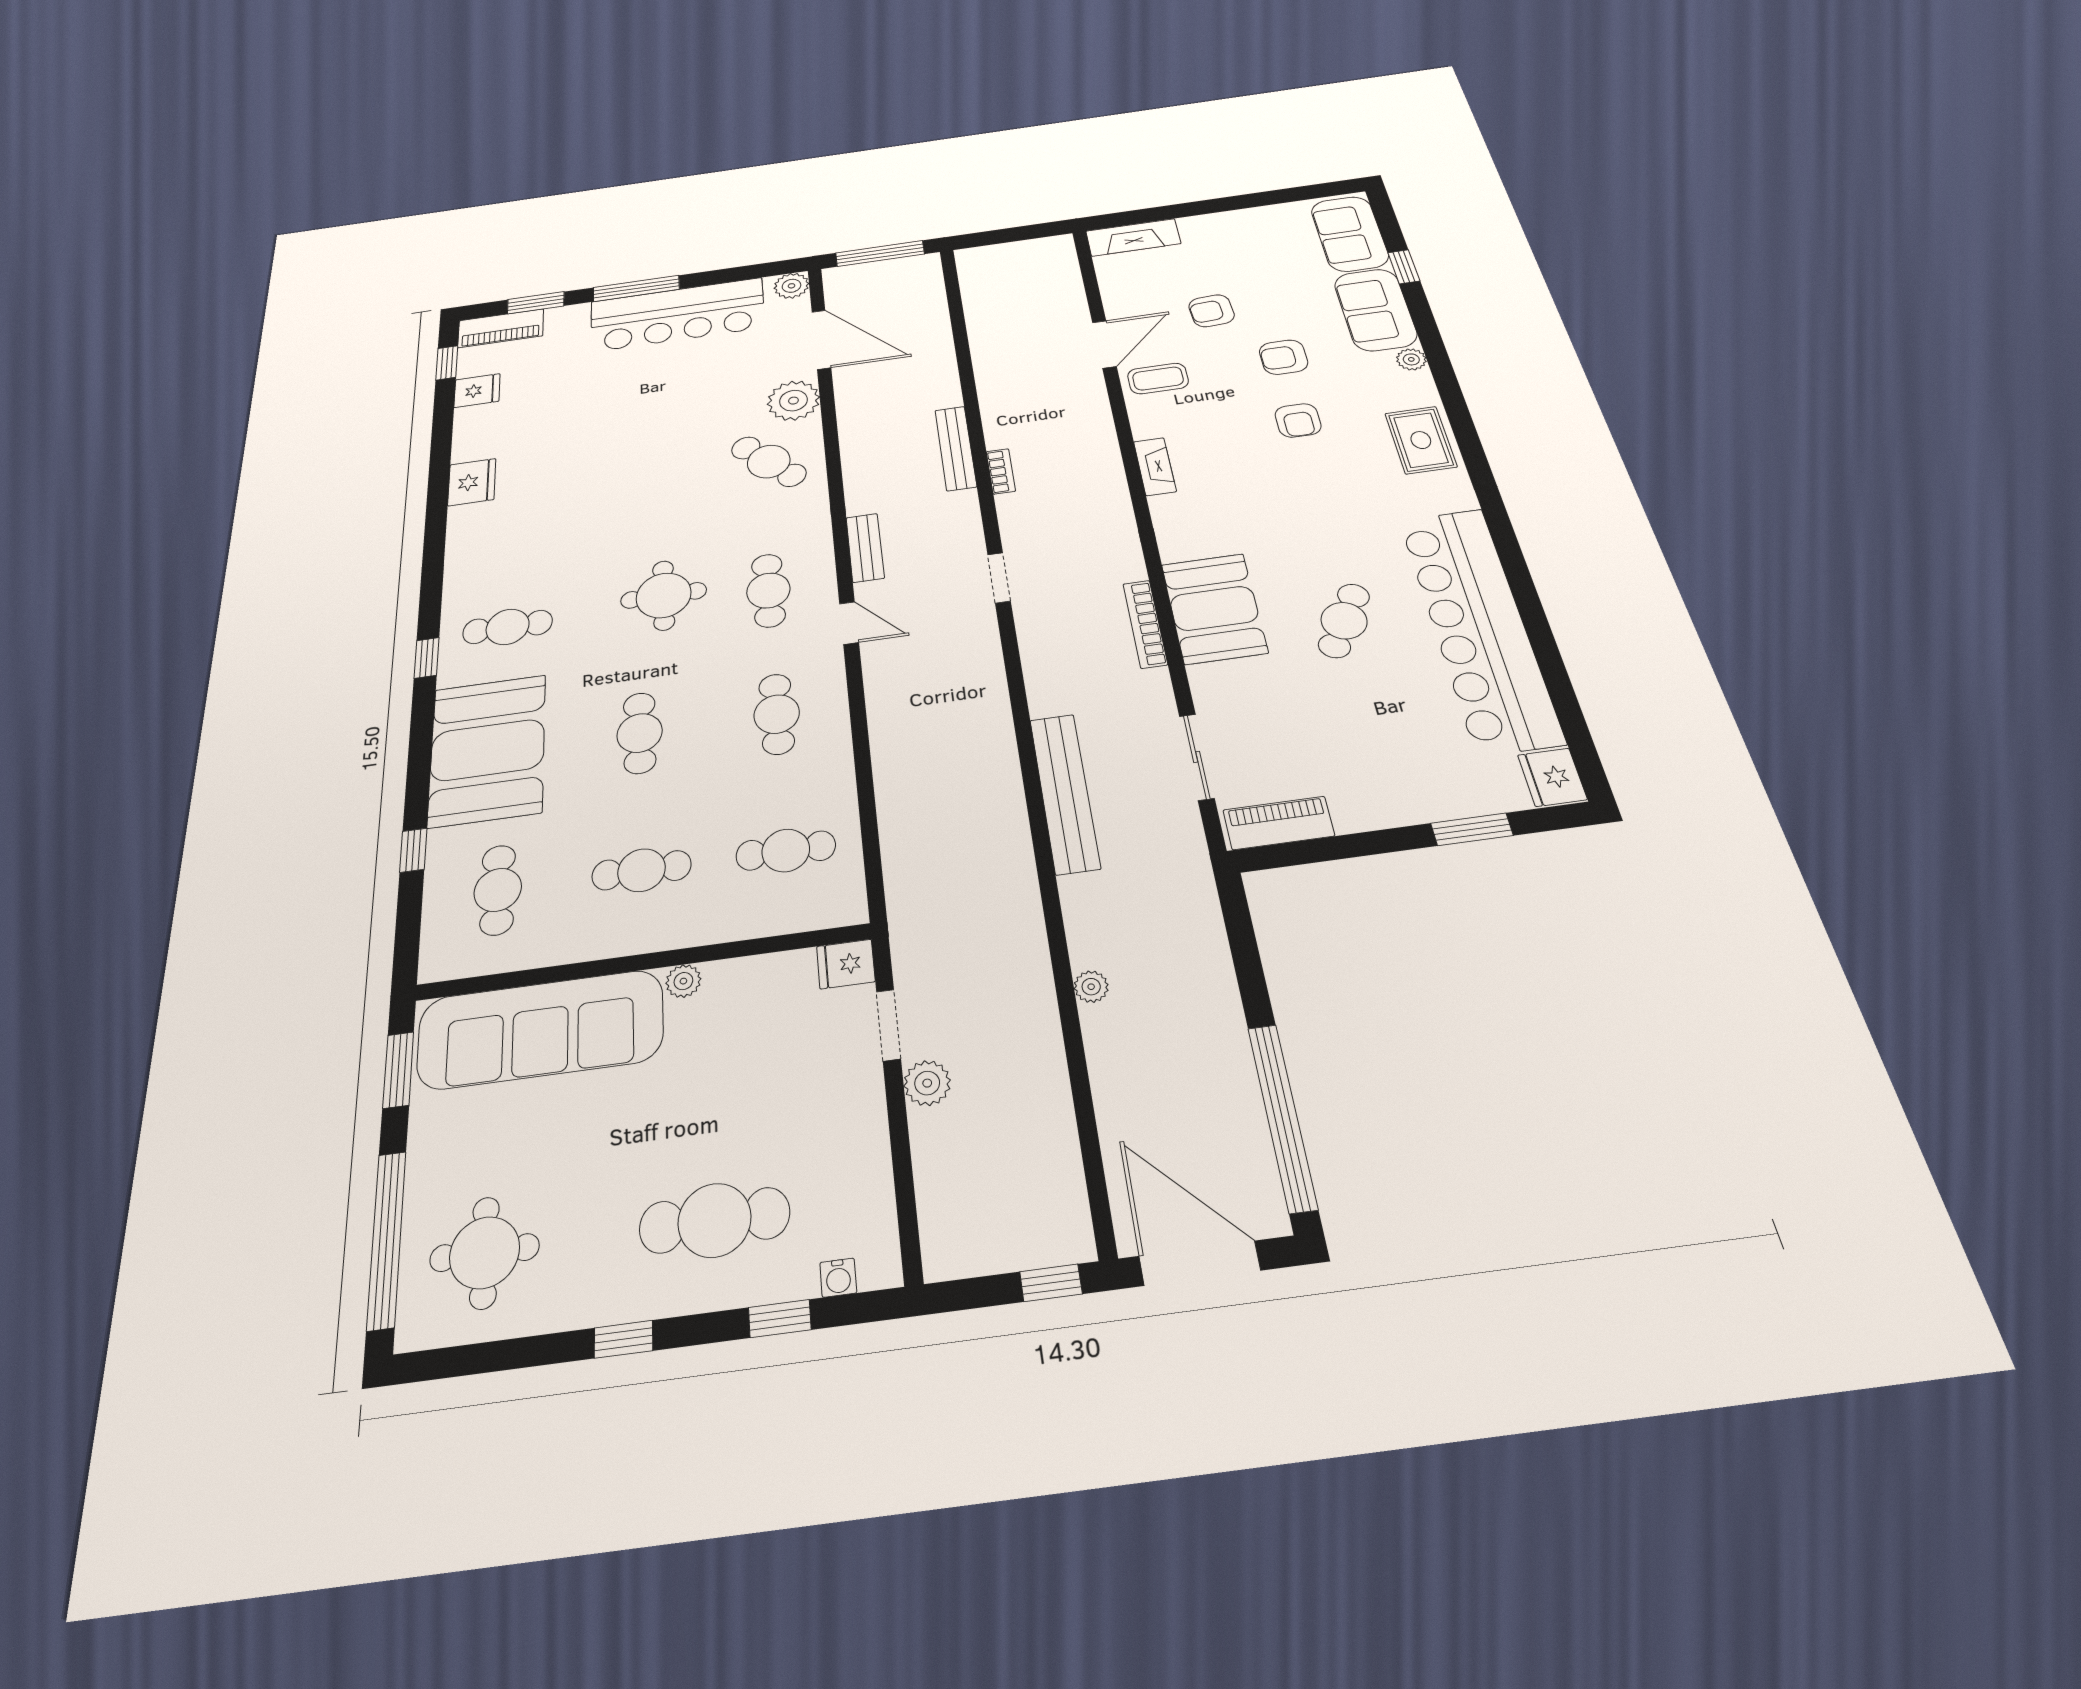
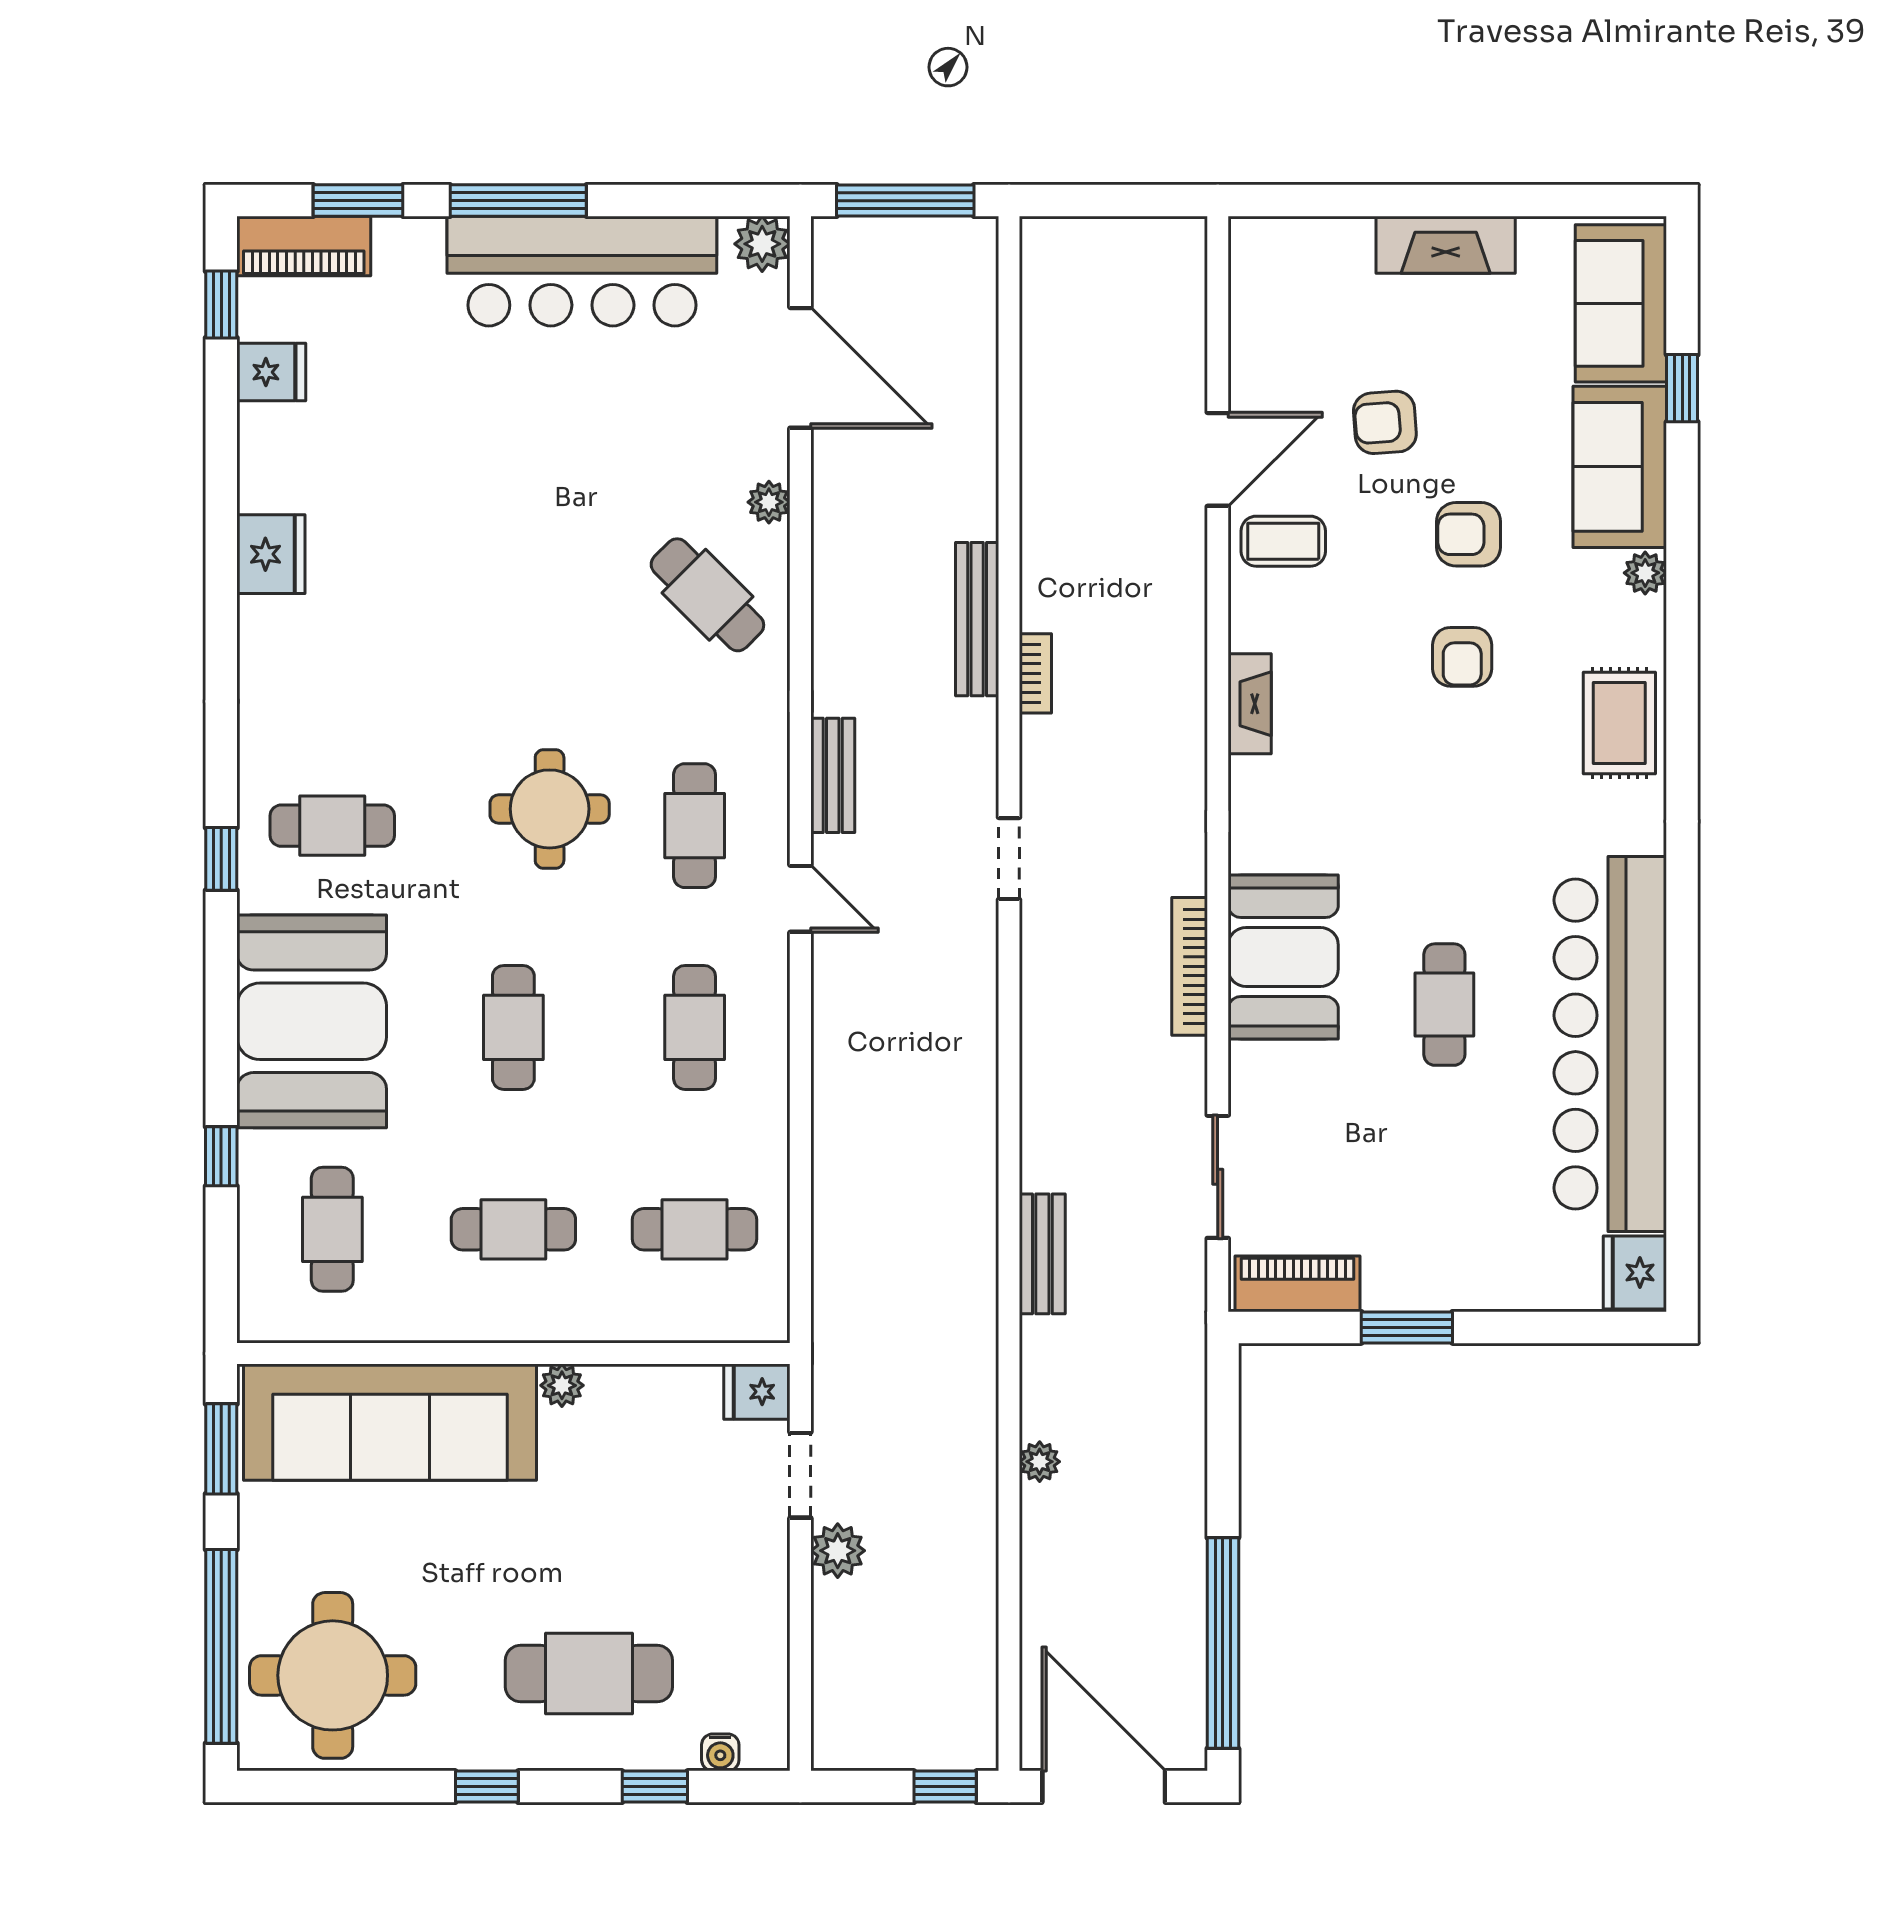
fireplace: (1133, 237) -> (1446, 245), moved
plant: (793, 401) -> (769, 502), width x0.53, depth x0.53
cafe table: (1344, 621) -> (1444, 1005), turned -30
bench: (1065, 793) -> (1042, 1254), width x0.54, depth x0.82
window: (1472, 829) -> (1407, 1327), moved
round table: (485, 1253) -> (333, 1675), width x1.36, depth x1.36

